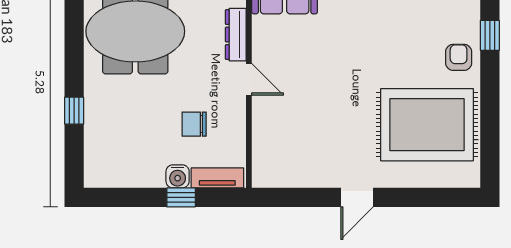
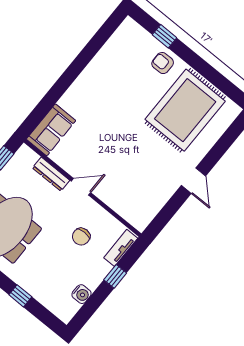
water cooler: (178, 176) -> (81, 294), moved

